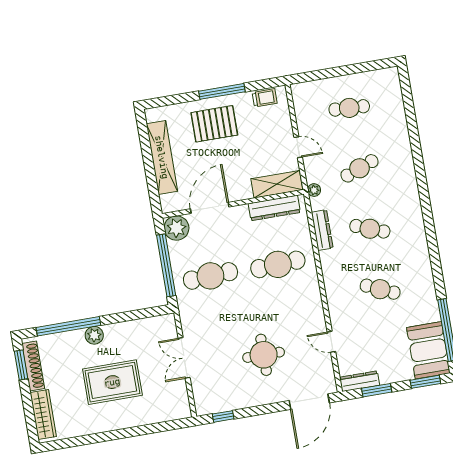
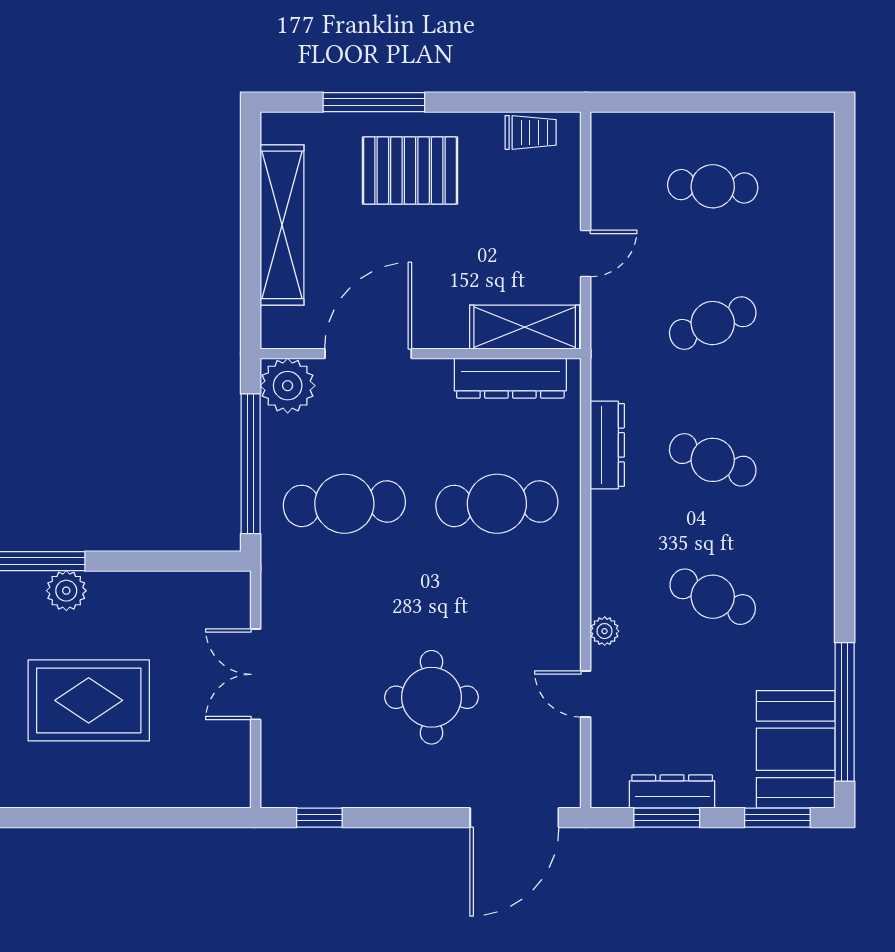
window: (222, 91) -> (374, 102), moved
door: (298, 147) -> (586, 253), hinge flipped
plant: (314, 190) -> (605, 631), moved
dresser: (360, 381) -> (672, 791), moved

